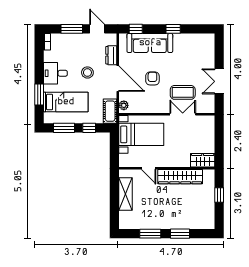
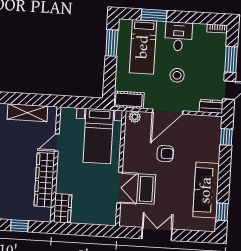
window: (173, 29) -> (222, 212), moved
sofa: (150, 43) -> (206, 190), moved
dresser: (111, 55) -> (211, 106), moved
window: (89, 128) -> (110, 73), removed

